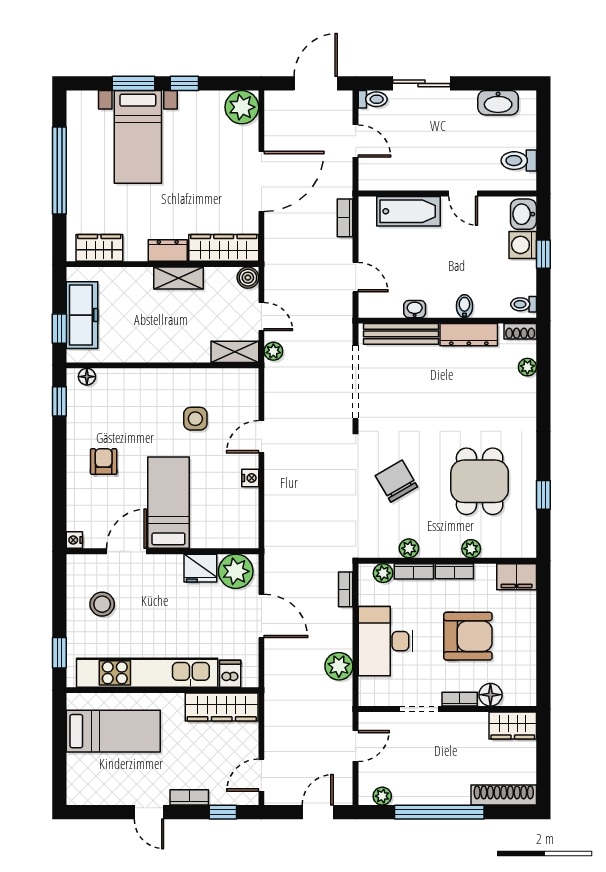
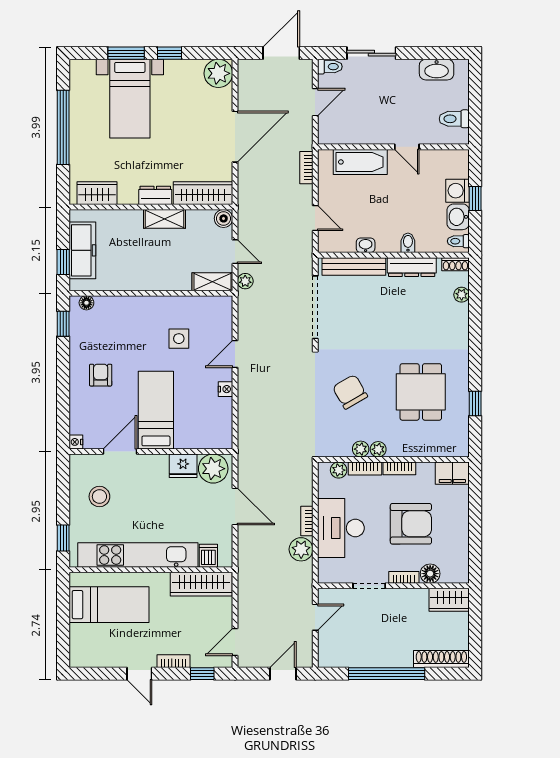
door: (356, 141) -> (315, 102), hinge flipped
washbasin: (523, 214) -> (458, 217), moved
plant: (471, 549) -> (378, 449), moved
bookcase: (346, 589) -> (307, 521), moved
plant: (382, 796) -> (338, 660), removed

